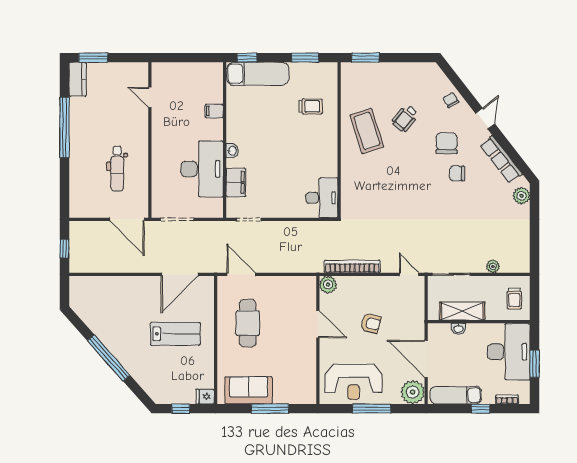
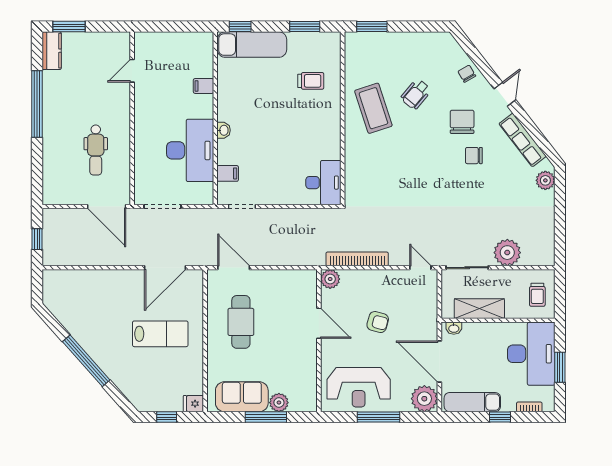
door: (150, 97) -> (132, 71), hinge flipped
filing cabinet: (236, 182) -> (228, 173), width x0.50
plant: (493, 266) -> (507, 253), width x1.88, depth x1.88
washbasin: (459, 329) -> (454, 328), moved
plant: (282, 396) -> (279, 403), added

